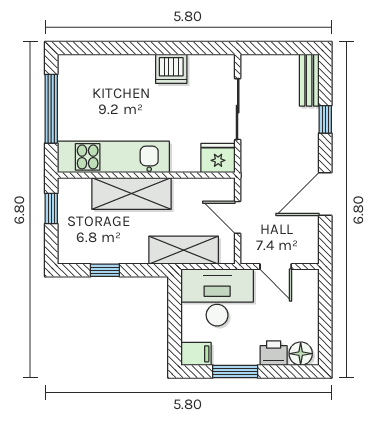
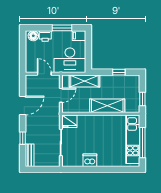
kitchen unit: (113, 157) -> (133, 139), moved, turned 90
door: (238, 217) -> (61, 95), hinge flipped

